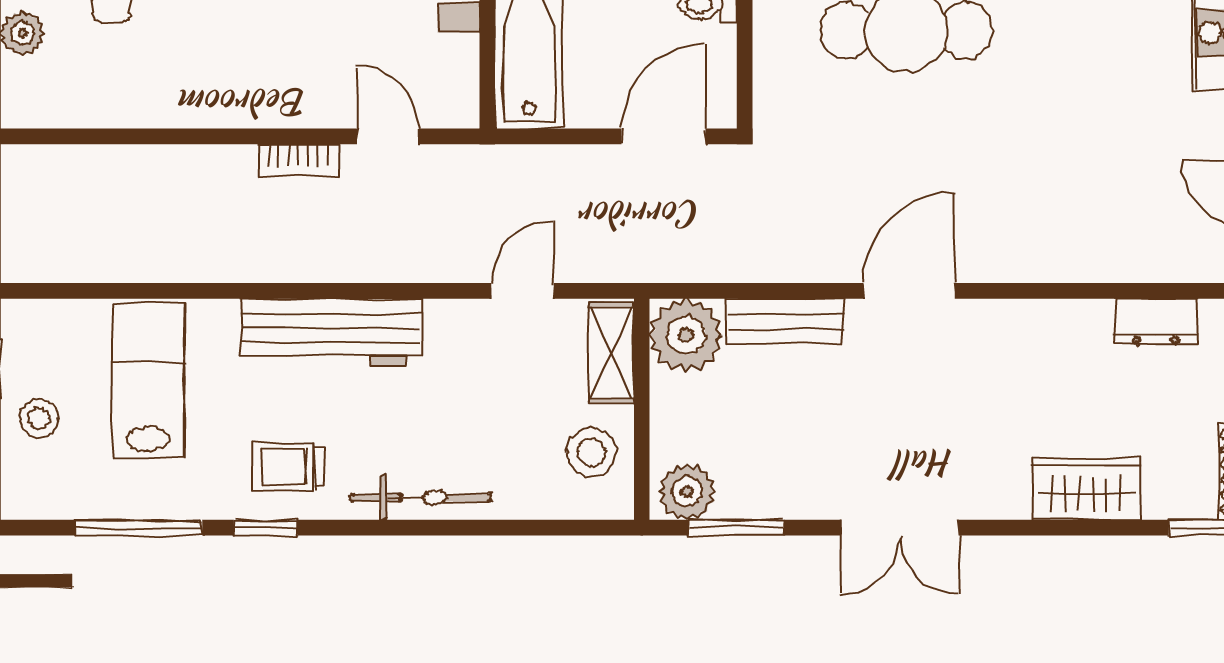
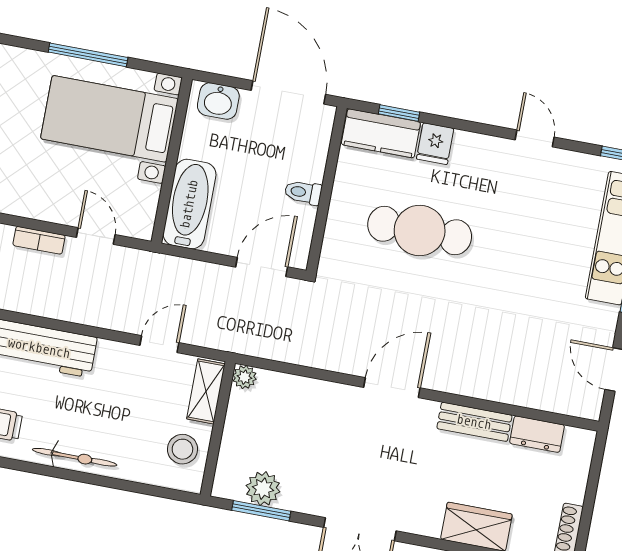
bench: (786, 321) -> (474, 422), moved
plant: (686, 335) -> (244, 377), width x0.53, depth x0.53
plant: (687, 492) -> (263, 489), moved

